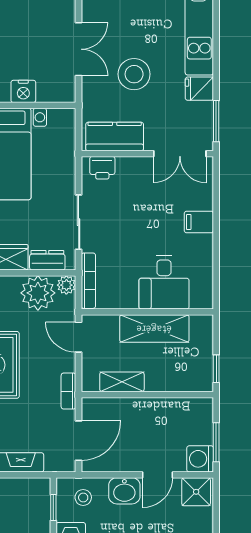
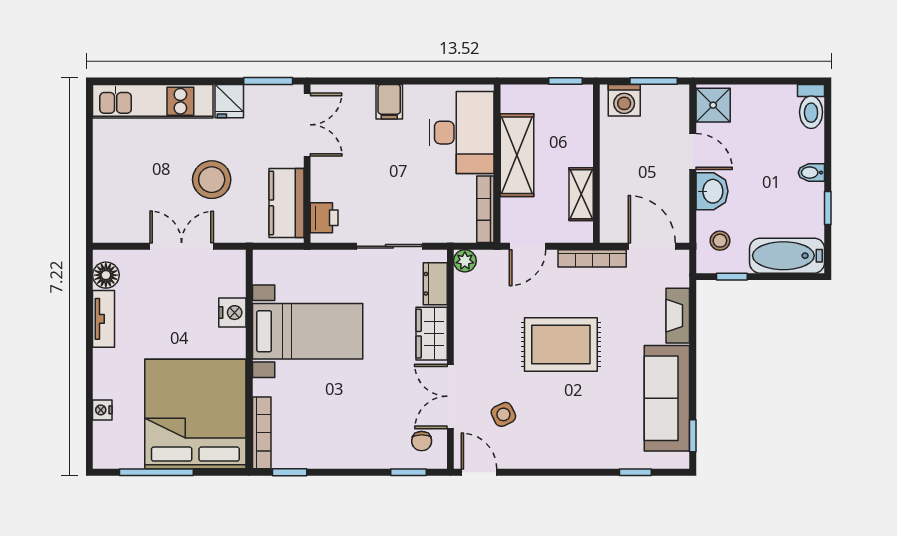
bookcase: (88, 281) -> (485, 209), moved, turned -90
desk: (164, 282) -> (462, 133), width x1.37
plant: (38, 293) -> (474, 295), removed
bookcase: (68, 391) -> (592, 258), width x1.56
washing machine: (200, 459) -> (624, 100), moved

